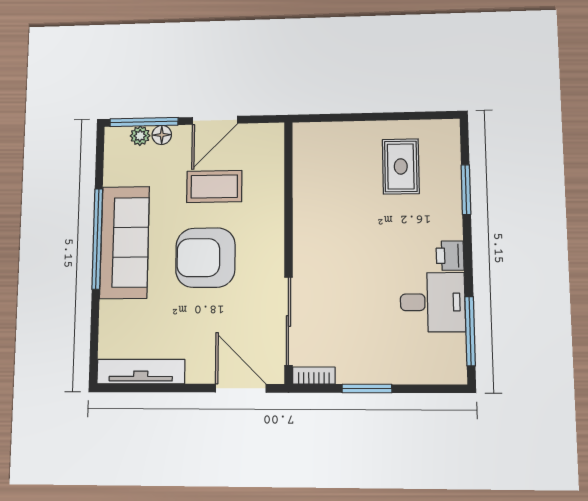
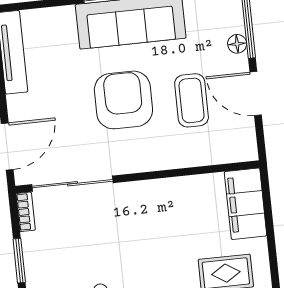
plant: (140, 136) -> (235, 23), removed
filing cabinet: (329, 140) -> (246, 204), added

